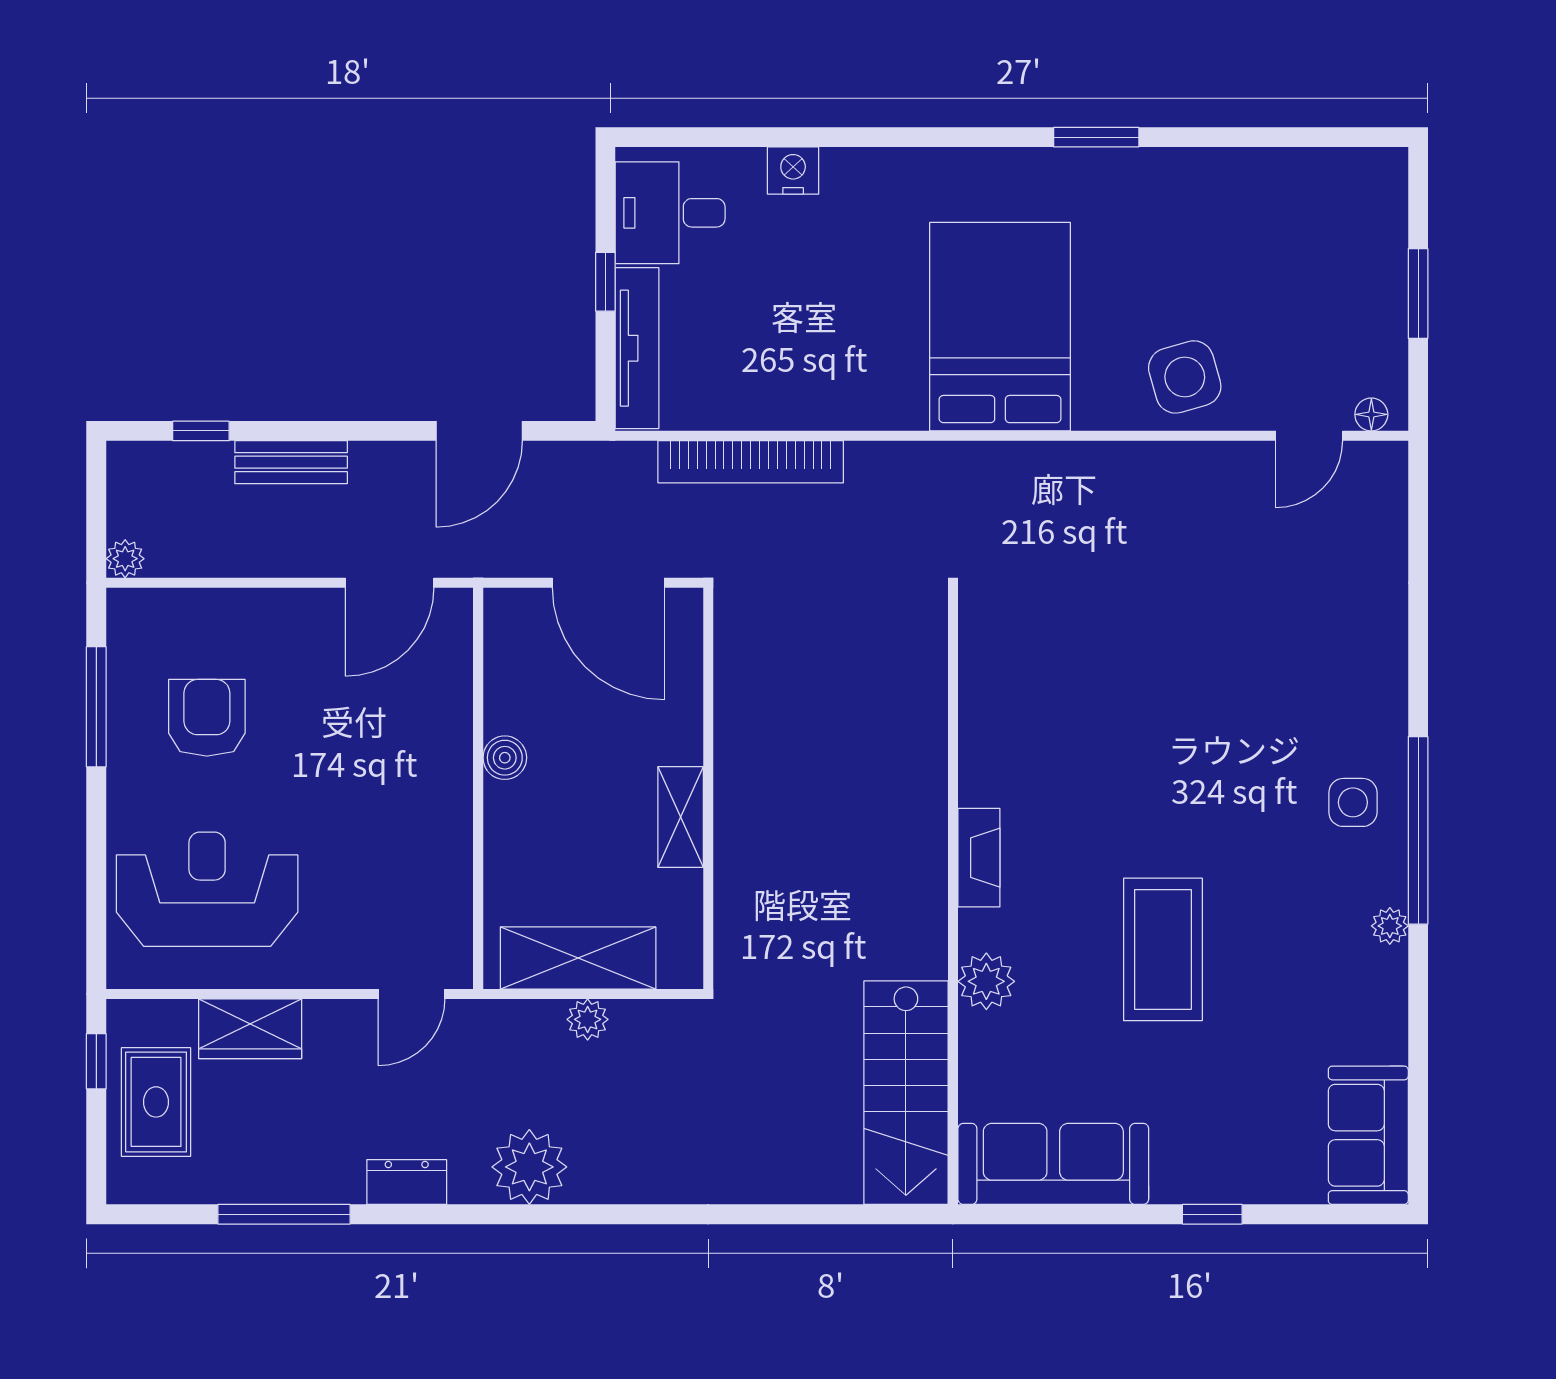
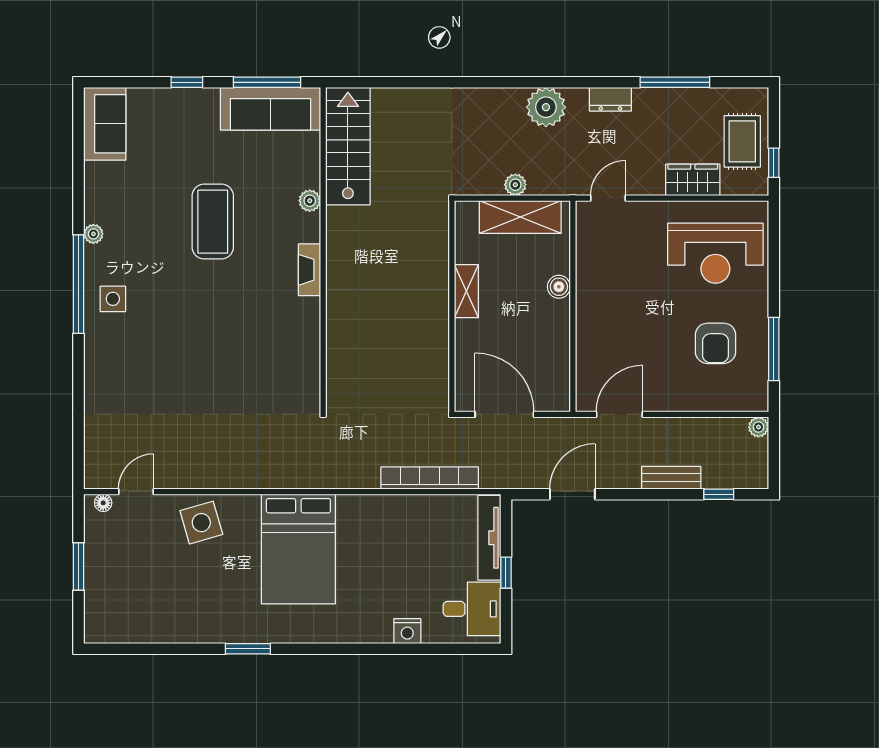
boiler: (505, 758) -> (559, 287), moved
plant: (986, 981) -> (310, 201), width x0.73, depth x0.73
window: (1060, 1214) -> (267, 82), added

